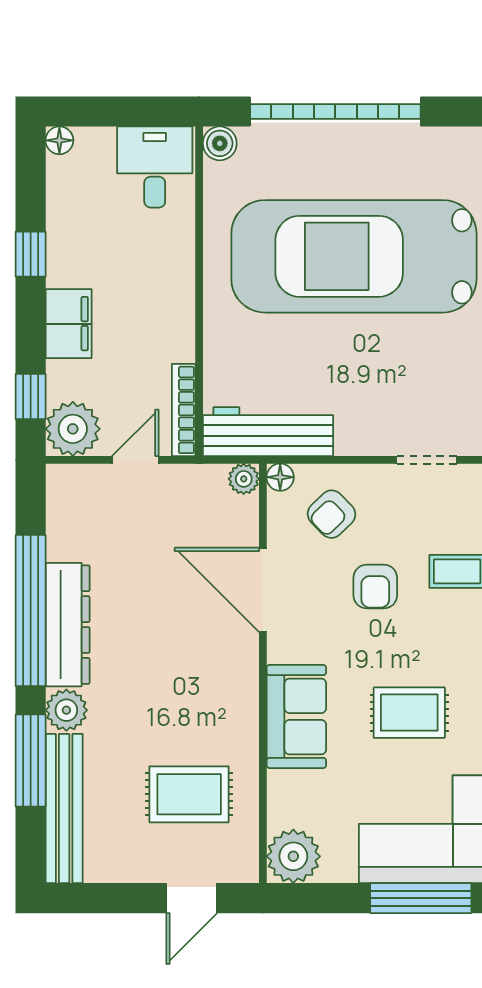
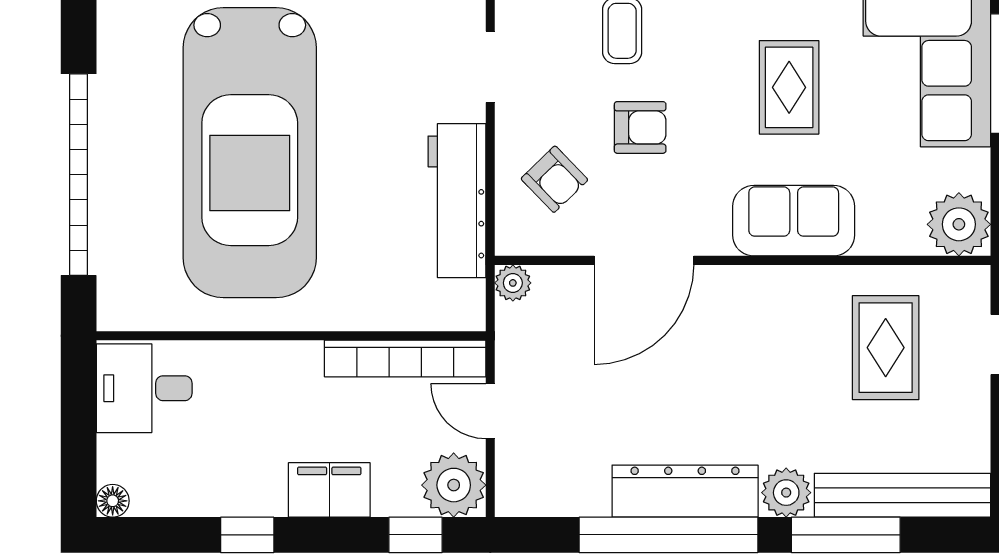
boiler: (220, 143) -> (116, 311), removed
bookcase: (184, 410) -> (405, 358), width x1.48, depth x1.31
workbench: (268, 432) -> (457, 201), moved
floor lamp: (280, 477) -> (511, 240), removed

